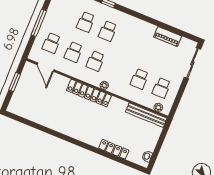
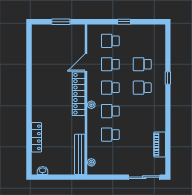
window: (39, 23) -> (124, 22), width x0.46
door: (46, 67) -> (86, 63), moved
school desk: (161, 88) -> (110, 111), moved

